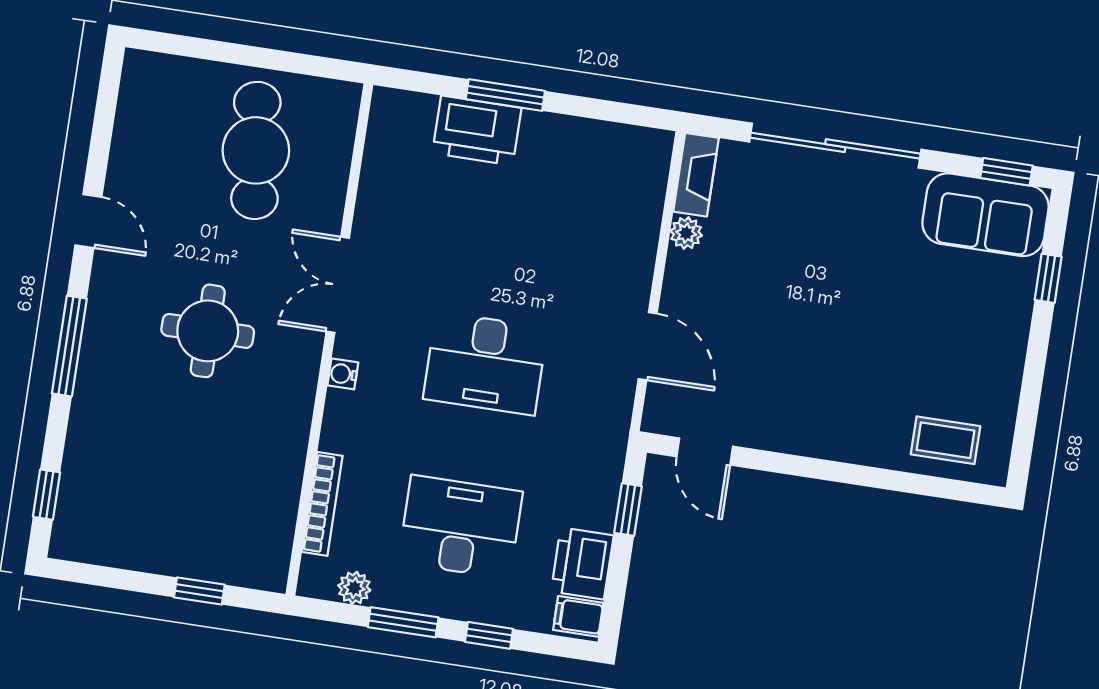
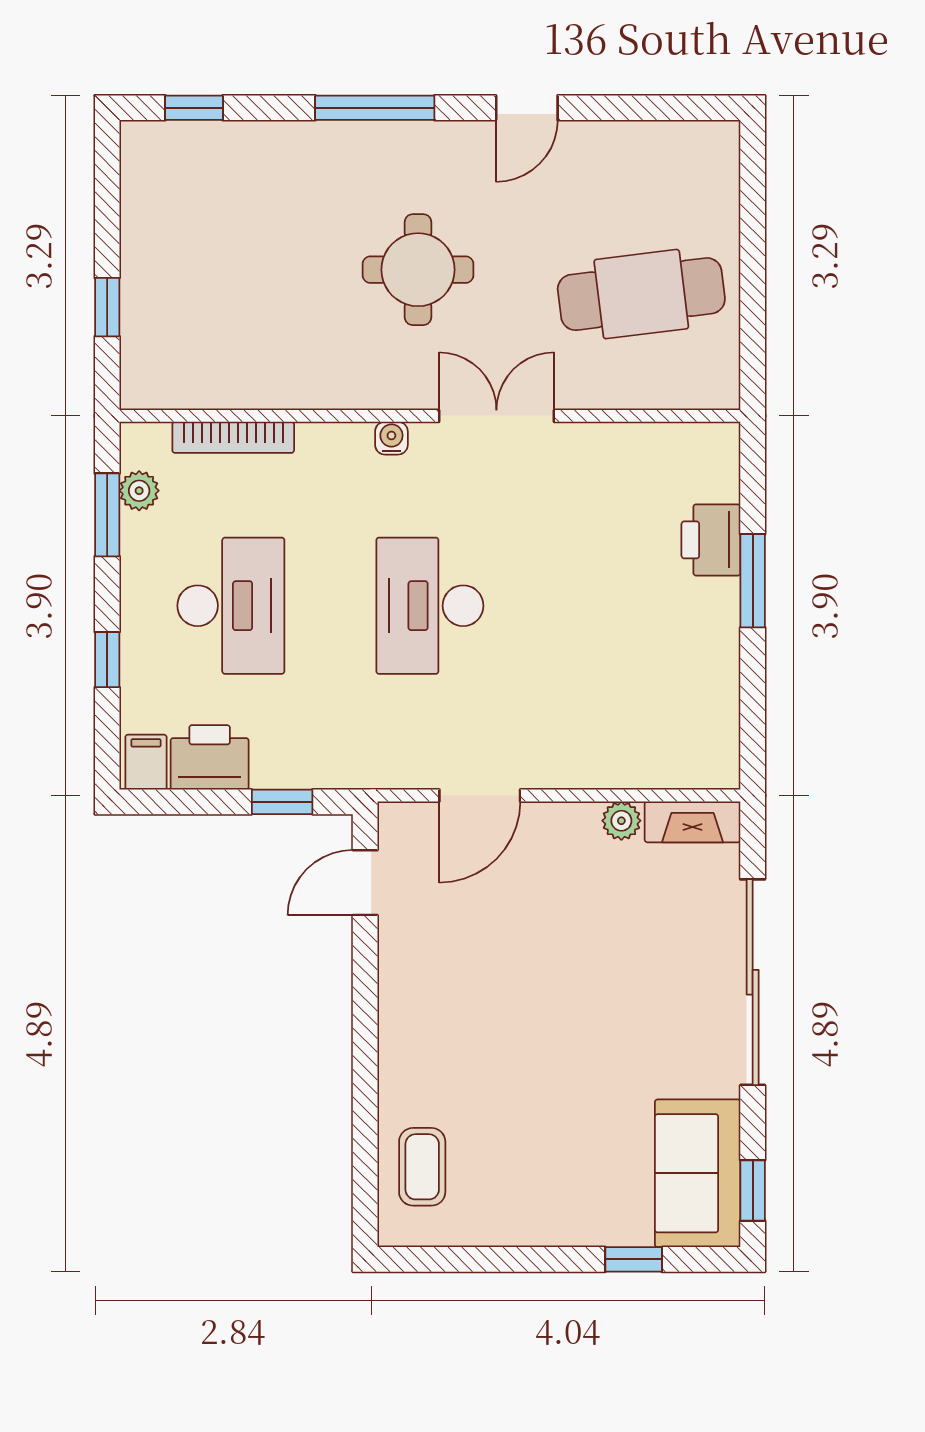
printer: (477, 131) -> (711, 540), width x0.73, depth x0.84
window: (403, 622) -> (107, 515), moved

